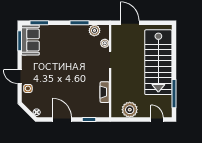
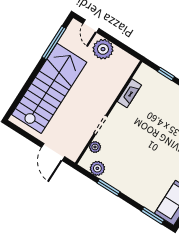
plant: (130, 110) -> (103, 49), moved

